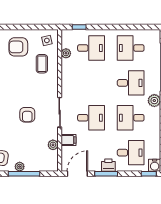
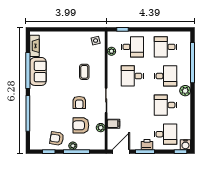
armchair: (18, 47) -> (81, 125), moved
coffee table: (42, 64) -> (84, 72), moved
desk: (91, 118) -> (132, 76), moved, turned 180

